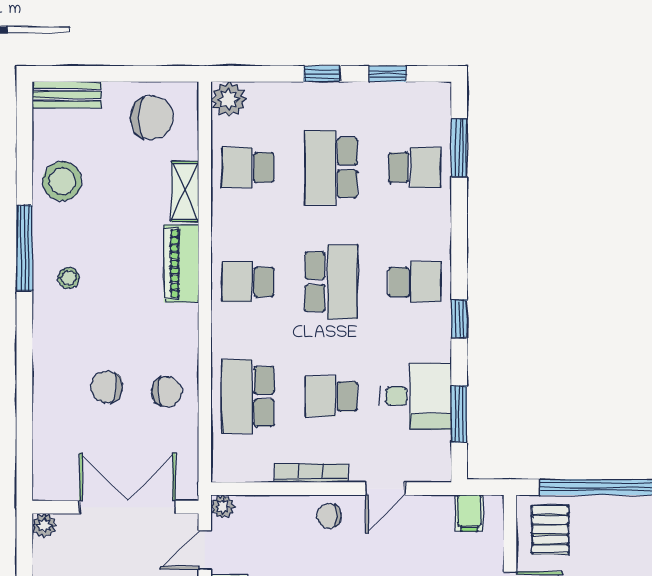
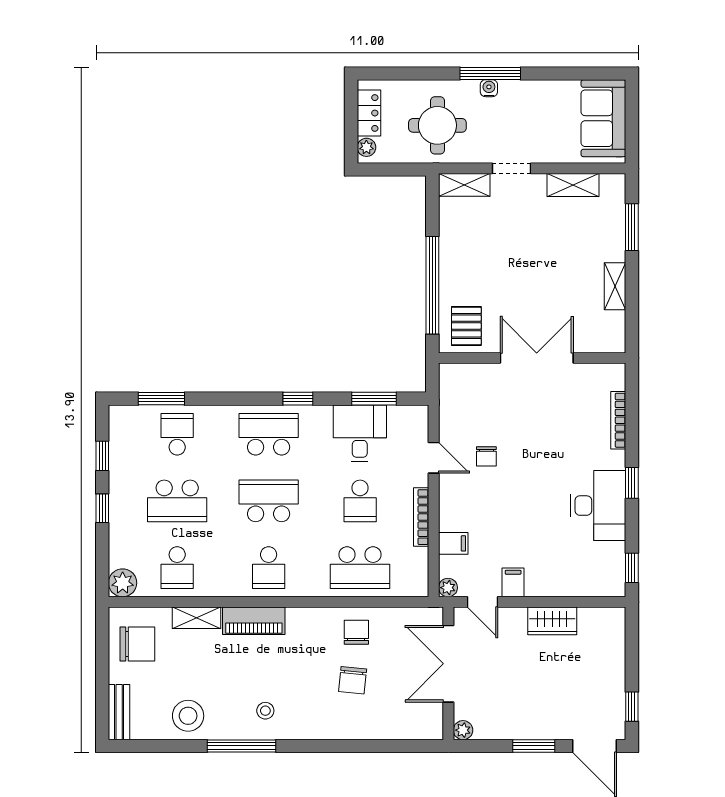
chair: (152, 118) -> (137, 644), turned 90
school desk: (415, 282) -> (269, 434), width x1.85
filing cabinet: (469, 513) -> (453, 543), moved
chair: (329, 516) -> (486, 456), moved
pallet: (550, 530) -> (466, 326), turned 90

